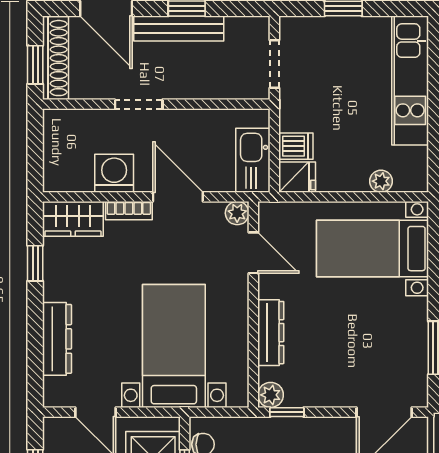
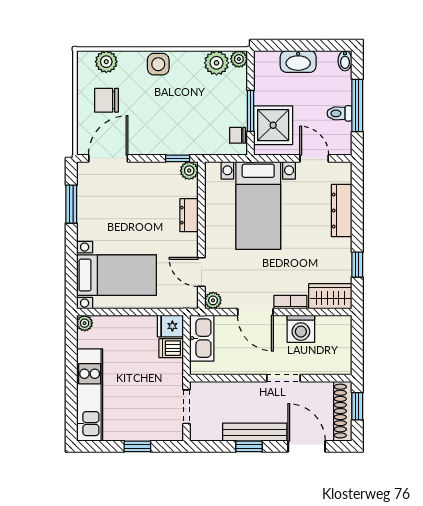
plant: (381, 181) -> (85, 323), moved
dresser: (271, 333) -> (189, 215), width x0.70

